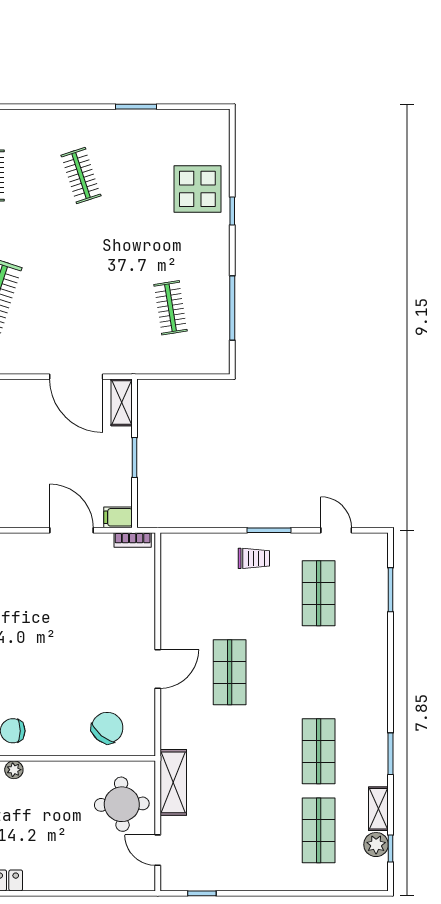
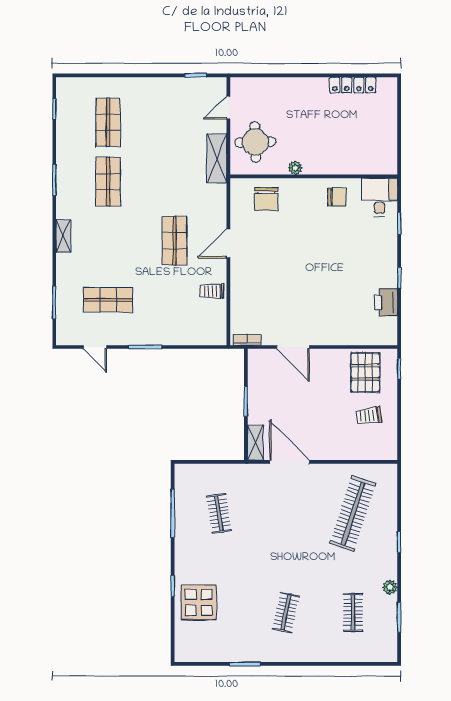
clothes rail: (81, 175) -> (286, 612), turned 30
filing cabinet: (118, 517) -> (258, 357), removed
trolley: (254, 558) -> (212, 291), moved
shop shelf: (319, 593) -> (108, 300), turned 90
chair: (107, 728) -> (266, 199), turned -40
plant: (14, 770) -> (295, 168), moved
shelving: (378, 809) -> (63, 236), moved
plant: (376, 845) -> (65, 112), removed
door: (158, 850) -> (228, 108), swing flipped

